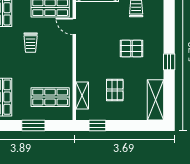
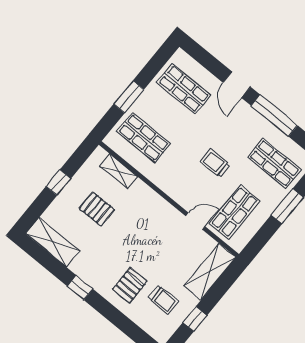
pallet: (131, 49) -> (130, 285), moved
shop shelf: (50, 97) -> (144, 137), turned 90
window: (97, 125) -> (58, 182), moved

